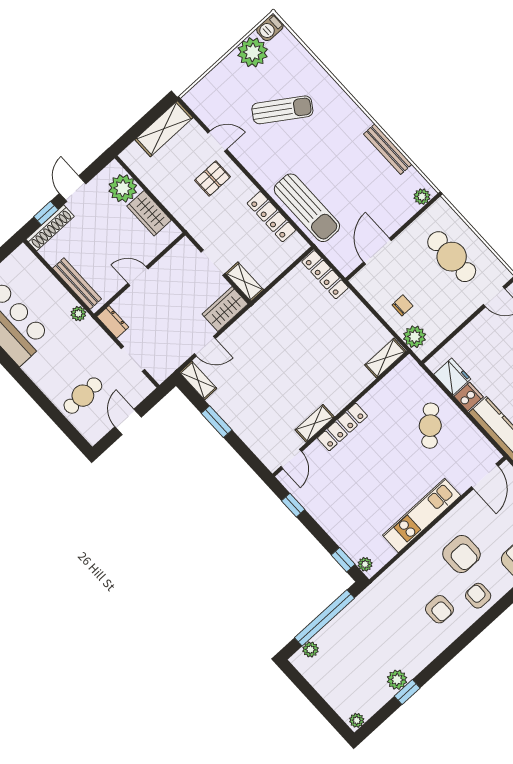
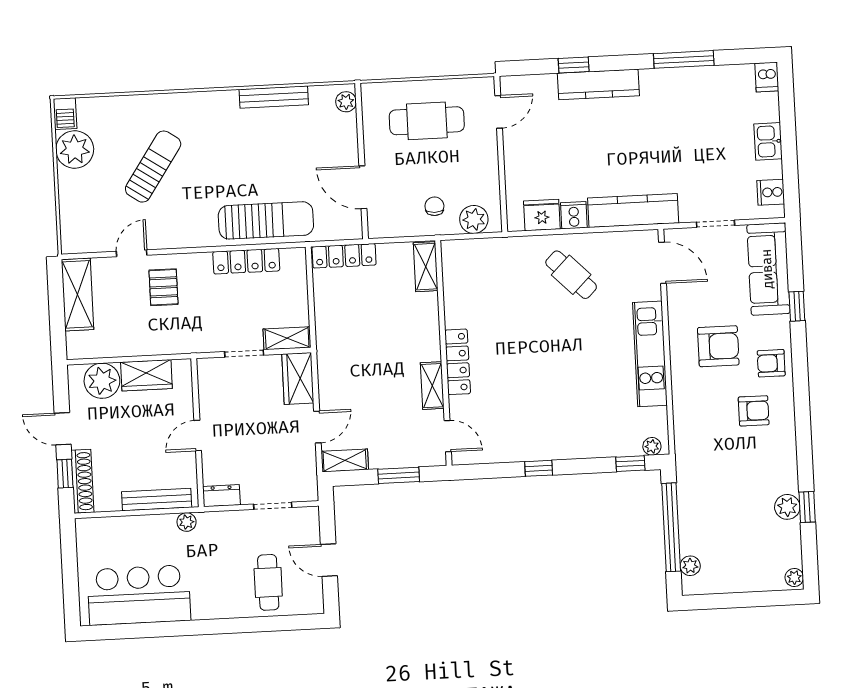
shelving: (385, 358) -> (426, 267), moved
wall: (341, 414) -> (443, 353), moved
shelving: (315, 423) -> (432, 386), moved
locker: (342, 427) -> (458, 362), moved
door: (291, 459) -> (448, 436), moved

